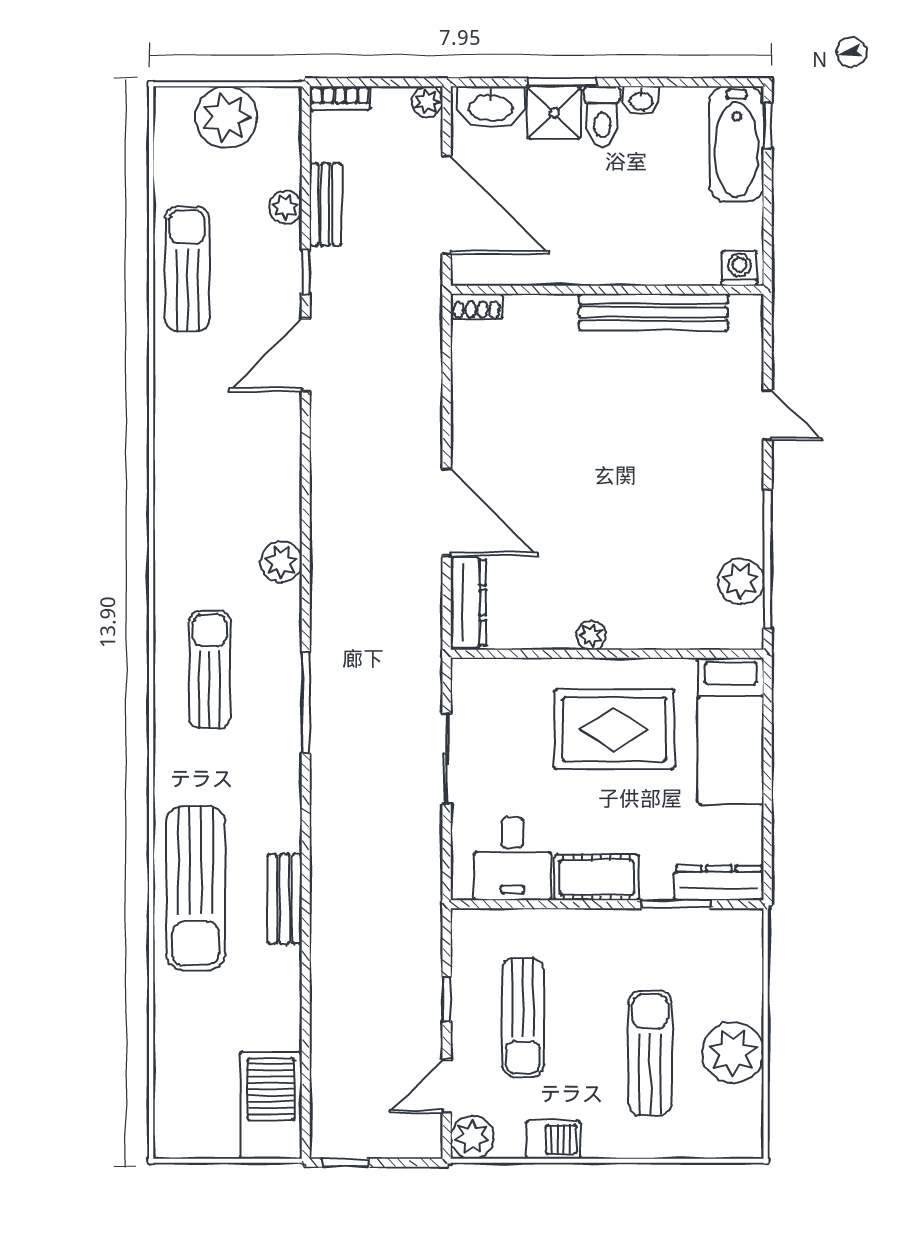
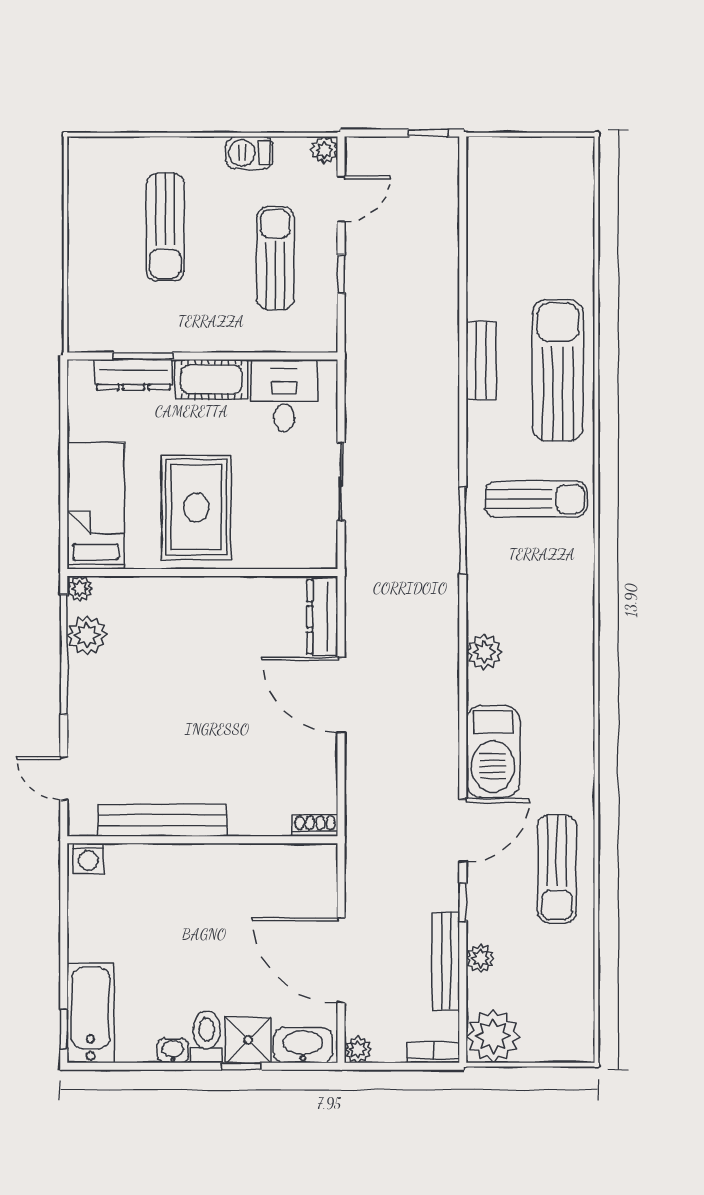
window: (562, 82) -> (241, 1066), width x0.67
plant: (226, 117) -> (493, 1036), moved
bench: (325, 204) -> (446, 961), width x1.36
washing machine: (739, 268) -> (88, 858), moved
sun lounger: (187, 269) -> (557, 869), moved
wall: (607, 290) -> (202, 840), moved
shoe rack: (477, 306) -> (315, 825), moved
bench: (654, 312) -> (162, 820), moved
plant: (591, 635) -> (80, 589), moved
sun lounger: (209, 670) -> (536, 499), moved, turned -90
rug: (614, 729) -> (196, 507), turned 90
dresser: (719, 883) -> (133, 375), moved
plant: (733, 1052) -> (94, 228), removed
barbecue: (271, 1105) -> (493, 752), moved
plant: (472, 1137) -> (324, 150), width x0.73, depth x0.73

